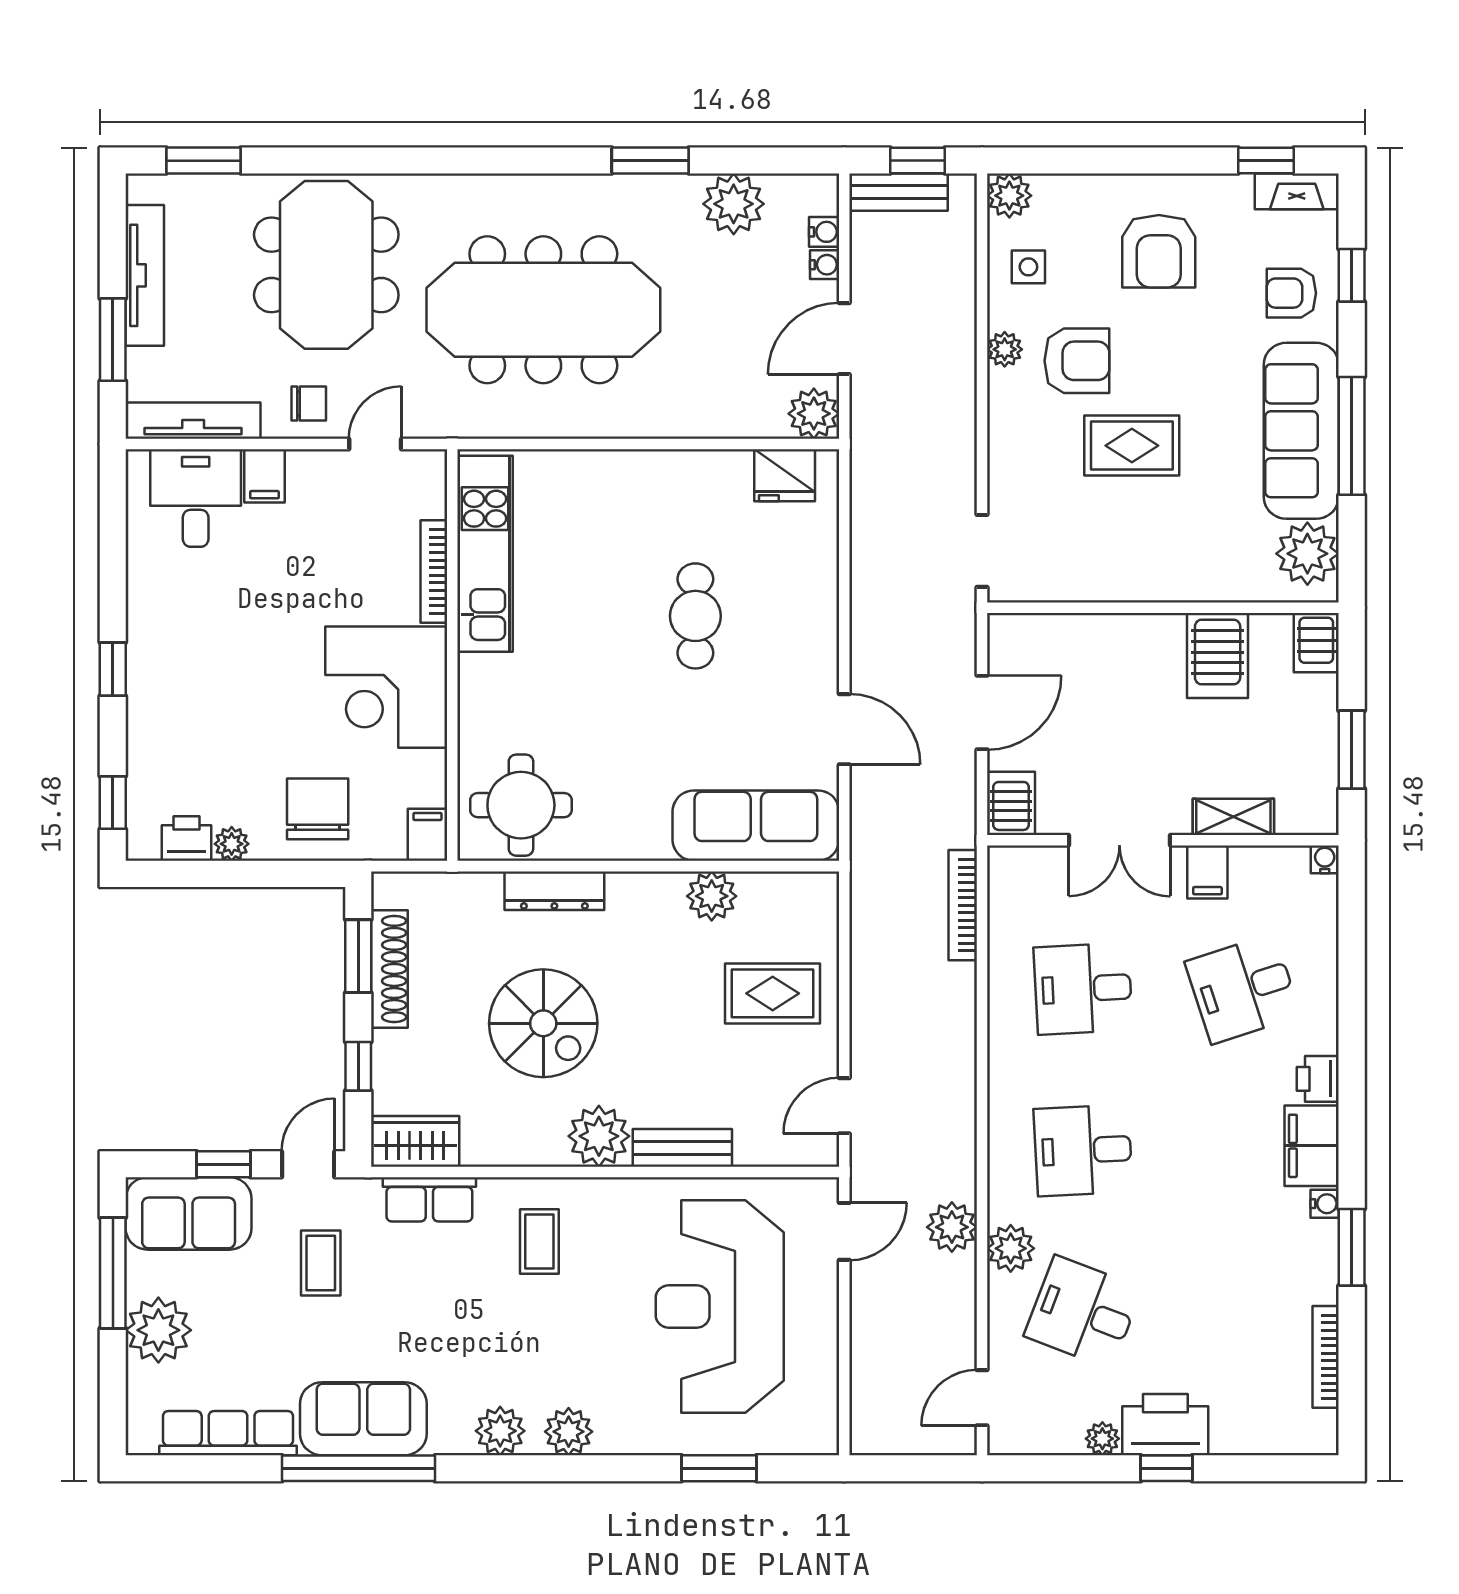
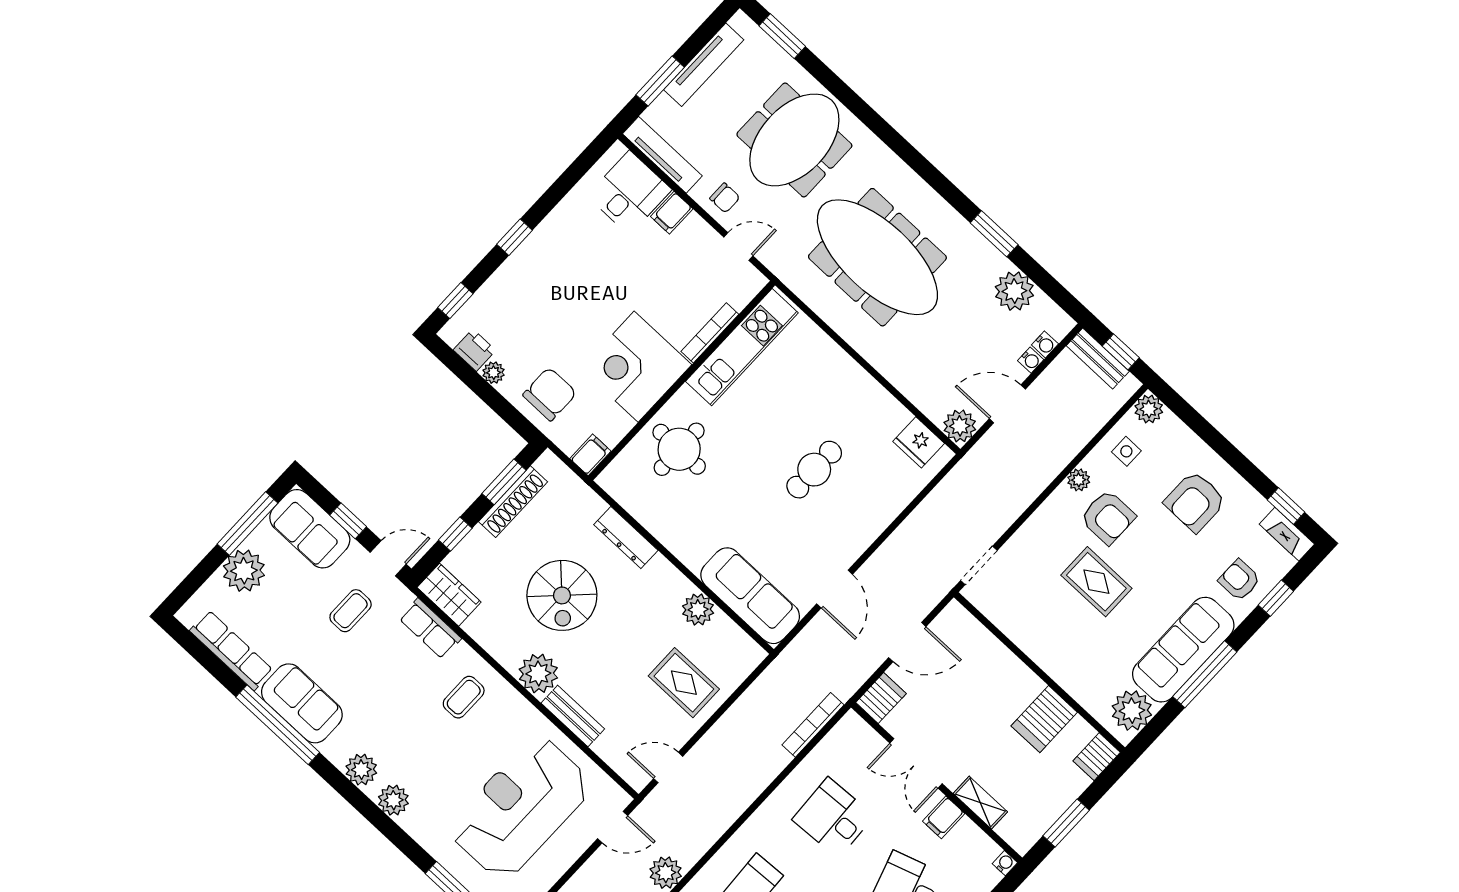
round table: (521, 805) -> (679, 449), moved

